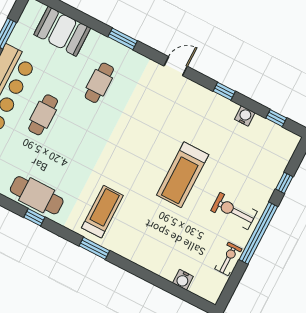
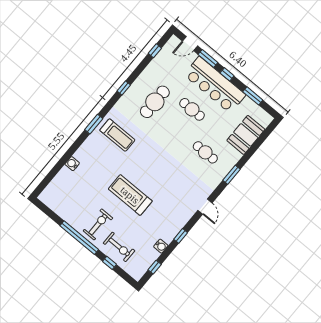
cafe table: (37, 195) -> (155, 102), moved
exercise bike: (228, 259) -> (119, 247), moved, width x1.38, depth x1.39
water cooler: (183, 280) -> (72, 164), moved

